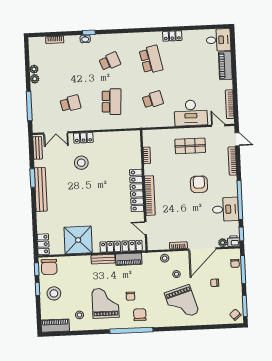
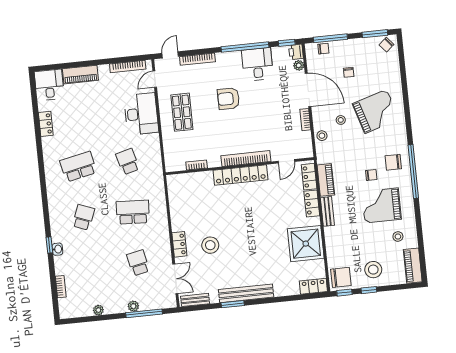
locker: (172, 36) -> (46, 124), moved
school desk: (110, 61) -> (83, 217), turned 42
plant: (35, 79) -> (133, 306), moved

